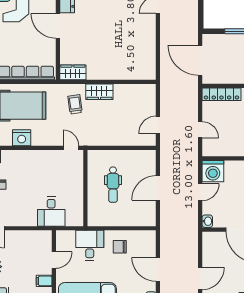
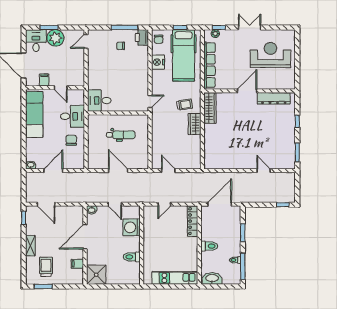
wardrobe: (73, 72) -> (210, 108), width x1.50
washing machine: (213, 171) -> (131, 227), moved
dental chair: (113, 185) -> (121, 135), turned 180
desk: (51, 212) -> (99, 101), moved

